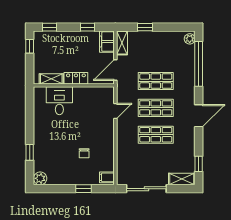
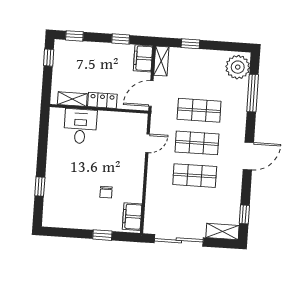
plant: (190, 39) -> (238, 67), width x1.87, depth x1.87
window: (199, 64) -> (253, 93), width x0.68
filing cabinet: (107, 177) -> (132, 217), width x2.00
plant: (40, 178) -> (51, 219), removed

